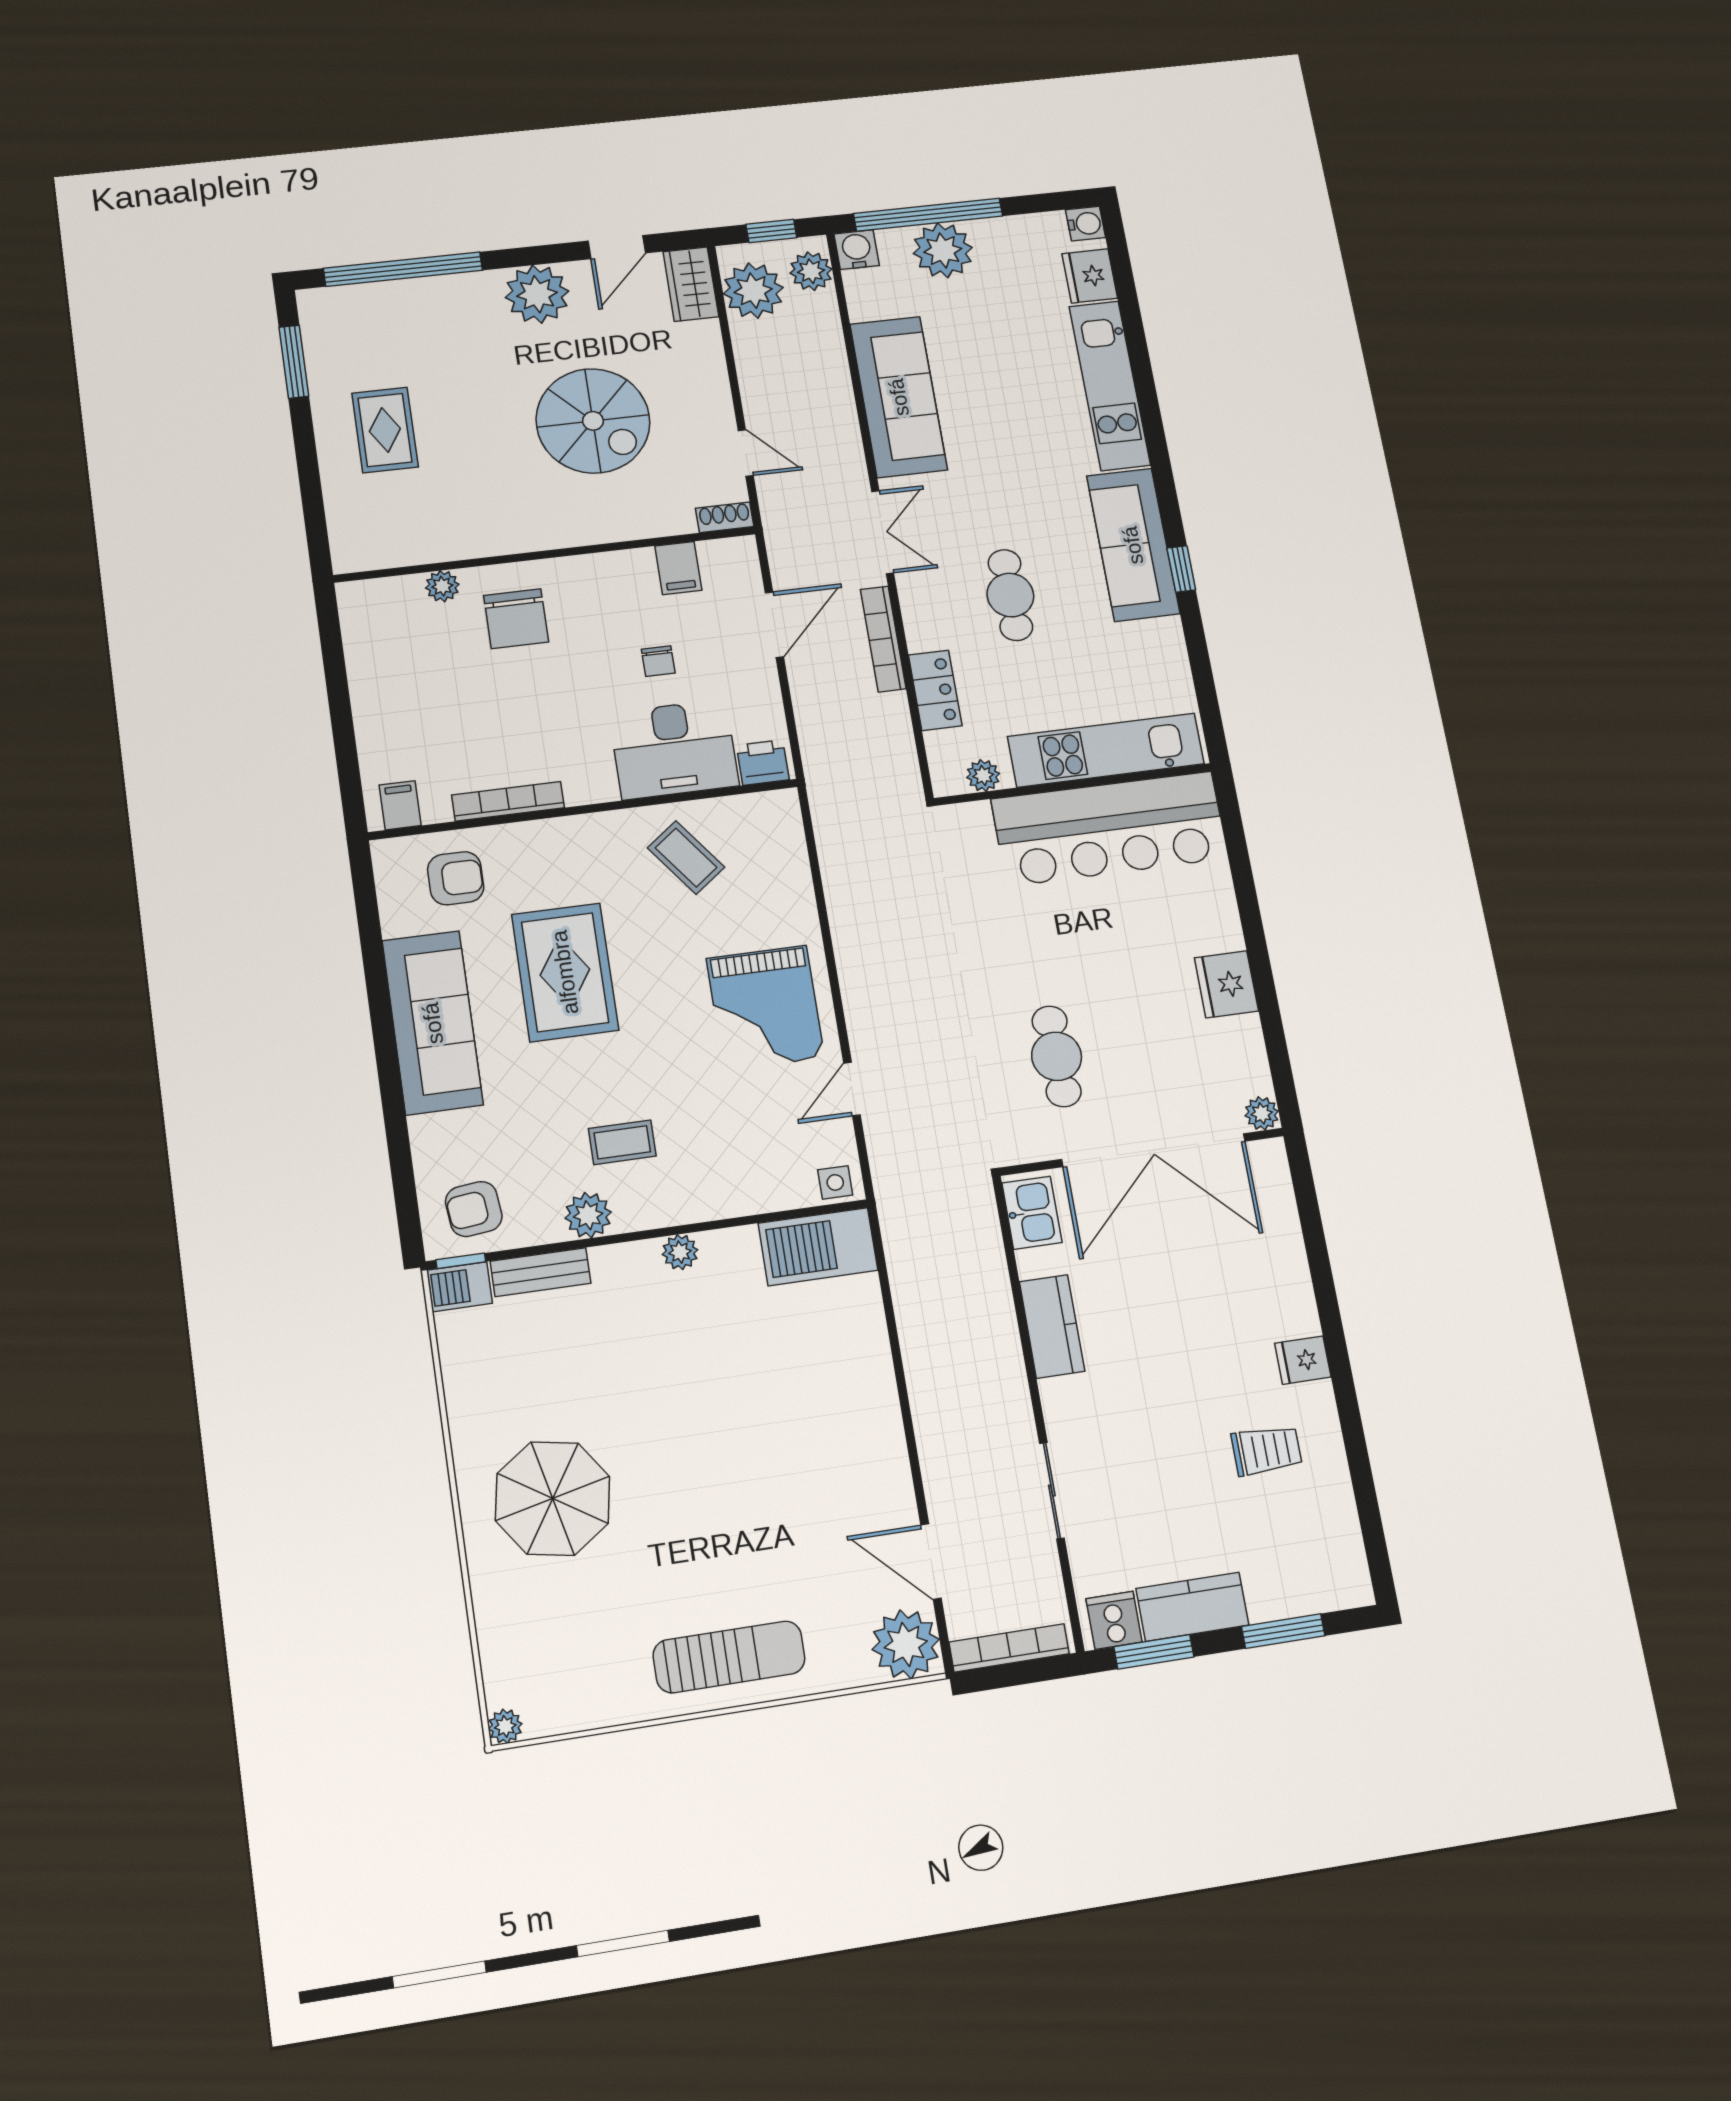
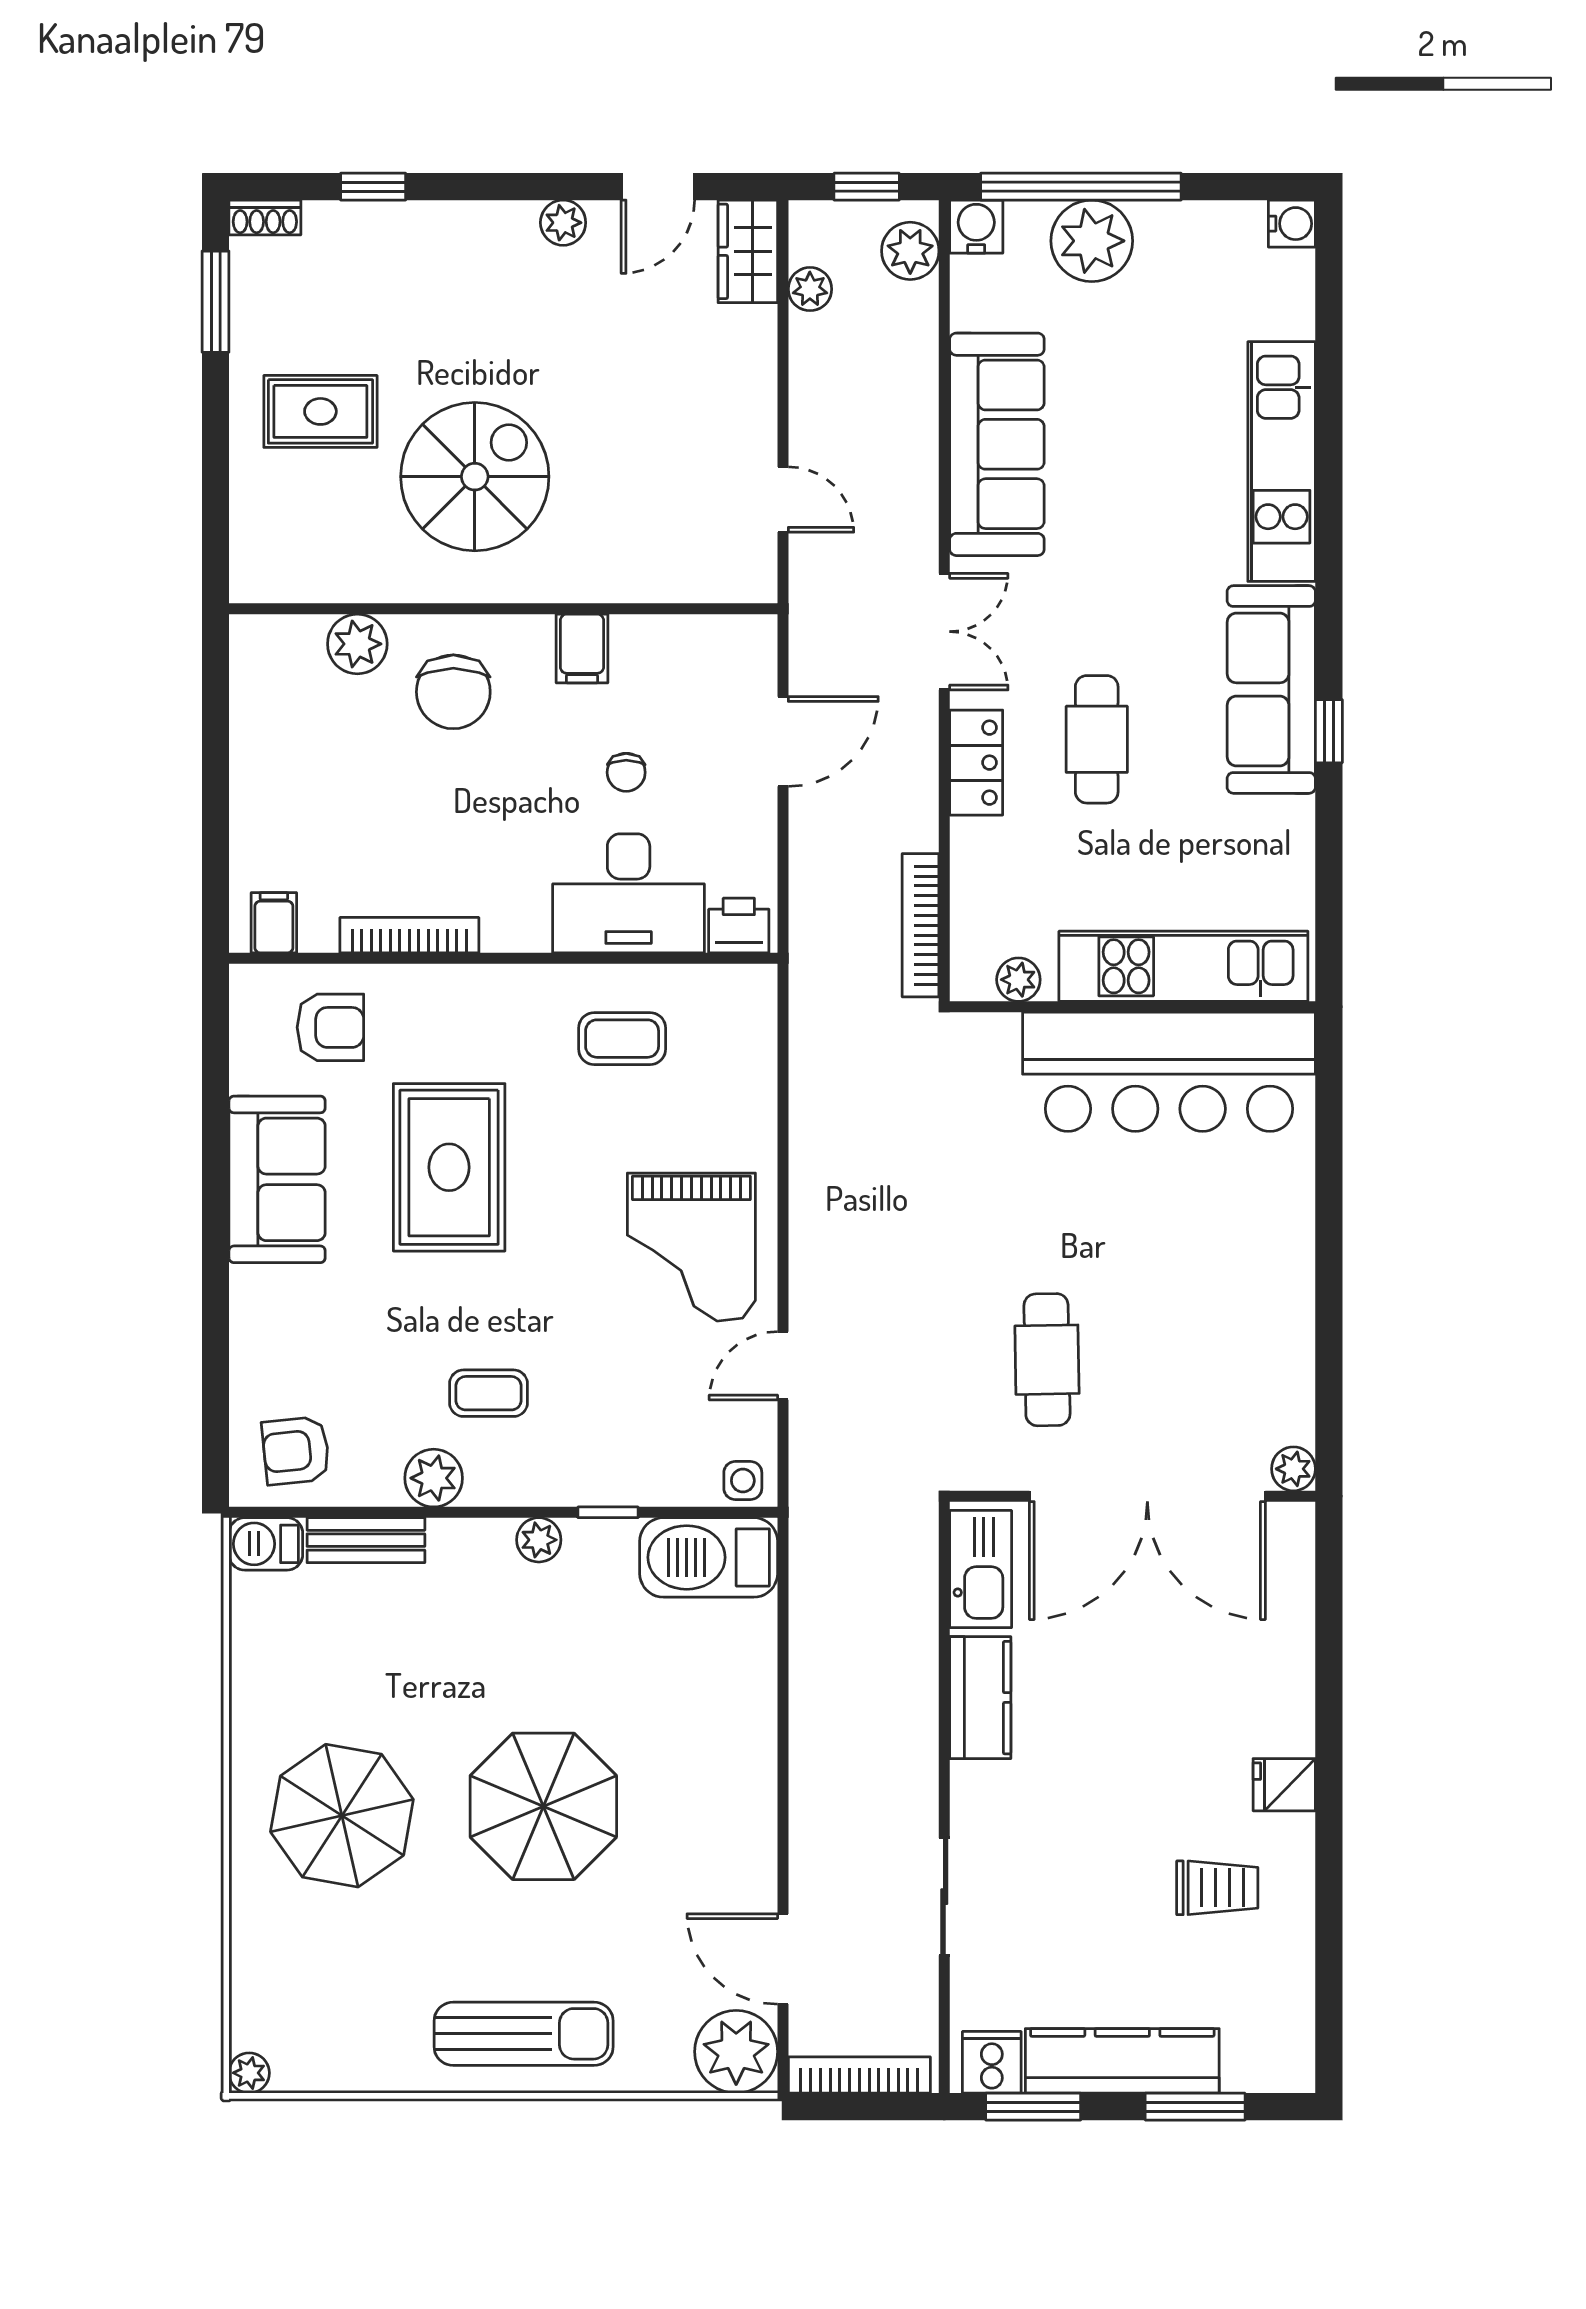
window: (403, 269) -> (373, 187), width x0.32
fridge: (1090, 276) -> (1284, 301), removed
plant: (753, 291) -> (810, 289), width x0.53, depth x0.53
plant: (537, 294) -> (563, 223), width x0.53, depth x0.53
spiral stairs: (593, 421) -> (475, 477), moved, turned -90
rug: (385, 430) -> (320, 411), turned 90
shoe rack: (725, 517) -> (265, 217), moved, turned 180
filing cabinet: (678, 568) -> (582, 649), moved
plant: (442, 586) -> (357, 644), width x1.38, depth x1.38
bookcase: (883, 639) -> (921, 925), moved
locker: (935, 690) -> (976, 763), moved
coffee table: (686, 858) -> (622, 1039), turned -53
fridge: (1226, 984) -> (1281, 1297), removed
sofa: (433, 1023) -> (277, 1179), width x0.73
kitchen sink: (1032, 1213) -> (981, 1569), width x1.38
window: (461, 1261) -> (608, 1512), moved
parasol: (717, 1466) -> (543, 1806), added
kitchen counter: (1192, 1607) -> (1122, 2061), width x1.50

